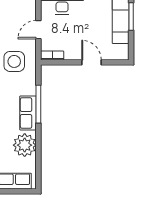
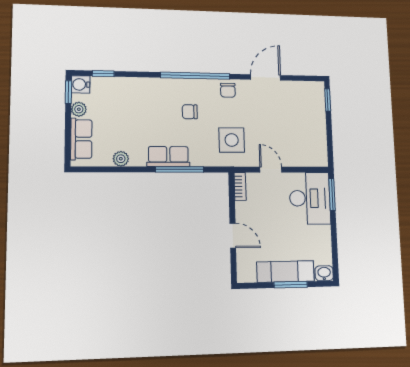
door: (91, 62) -> (233, 236), hinge flipped
plant: (25, 145) -> (121, 159), width x0.53, depth x0.53

